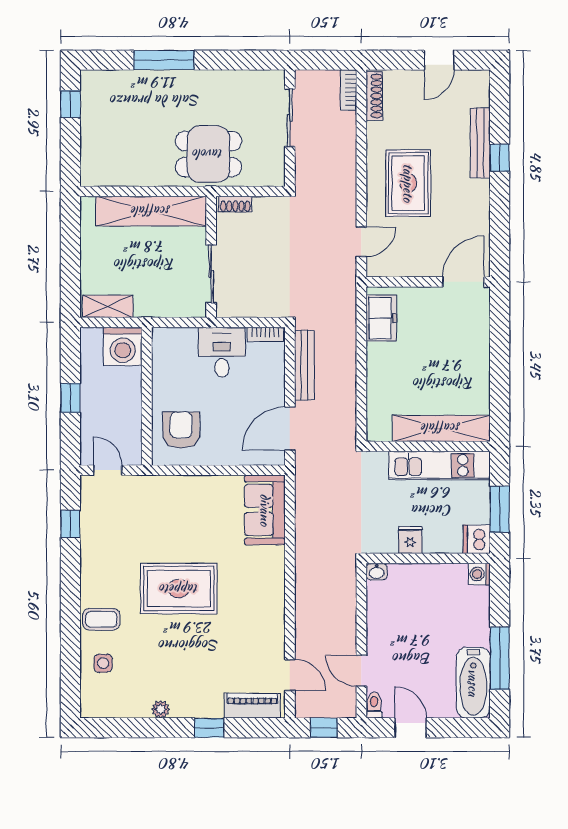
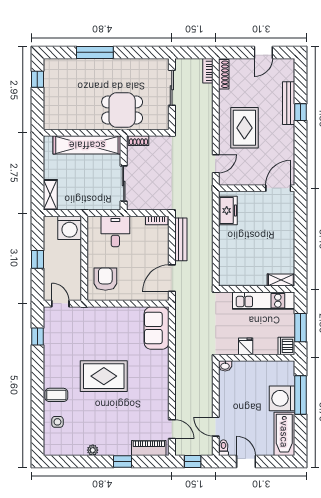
shelving: (108, 306) -> (50, 195), moved, turned 90
desk: (222, 352) -> (115, 231), moved
shelving: (441, 428) -> (281, 280), width x0.45, depth x0.75
washing machine: (479, 574) -> (282, 398), moved, width x1.89, depth x1.89
window: (500, 658) -> (300, 395), moved

